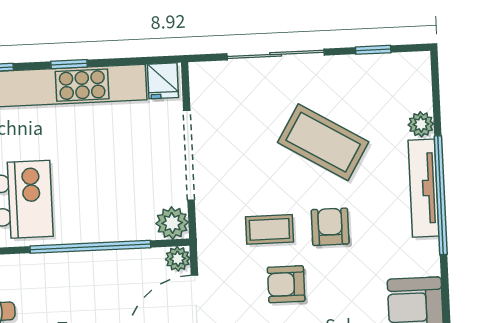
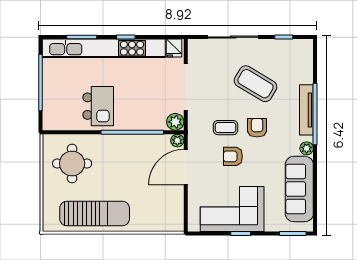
plant: (421, 124) -> (307, 148), moved

